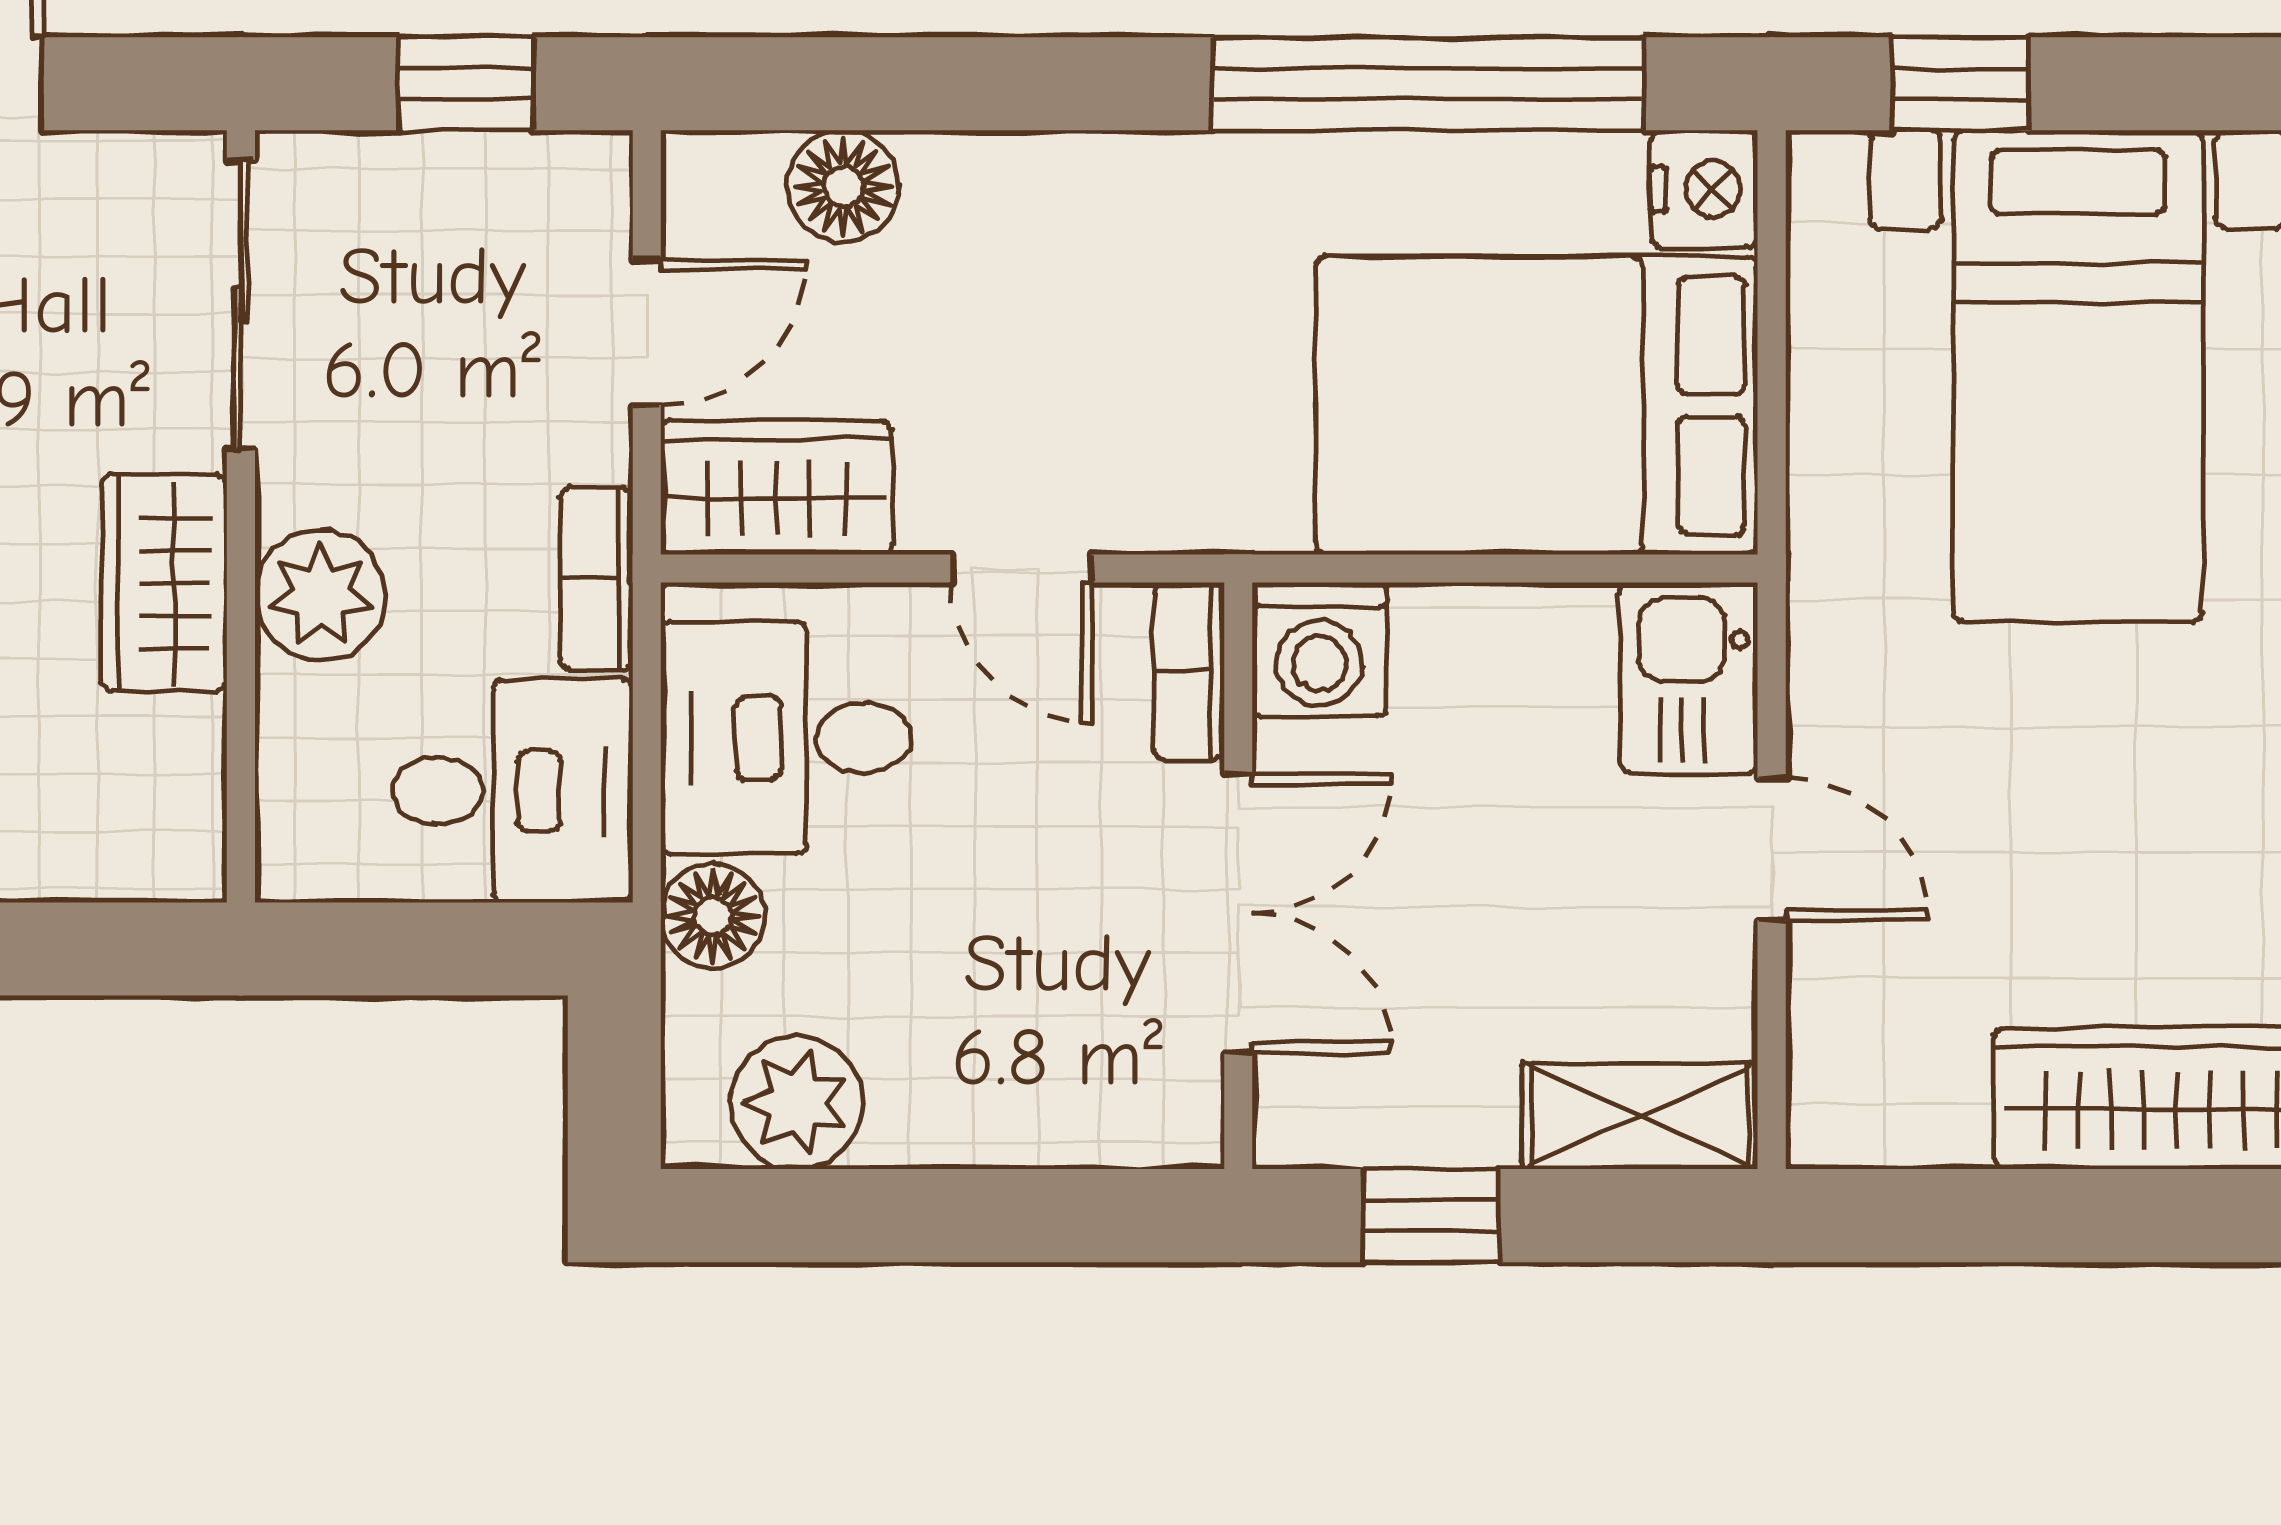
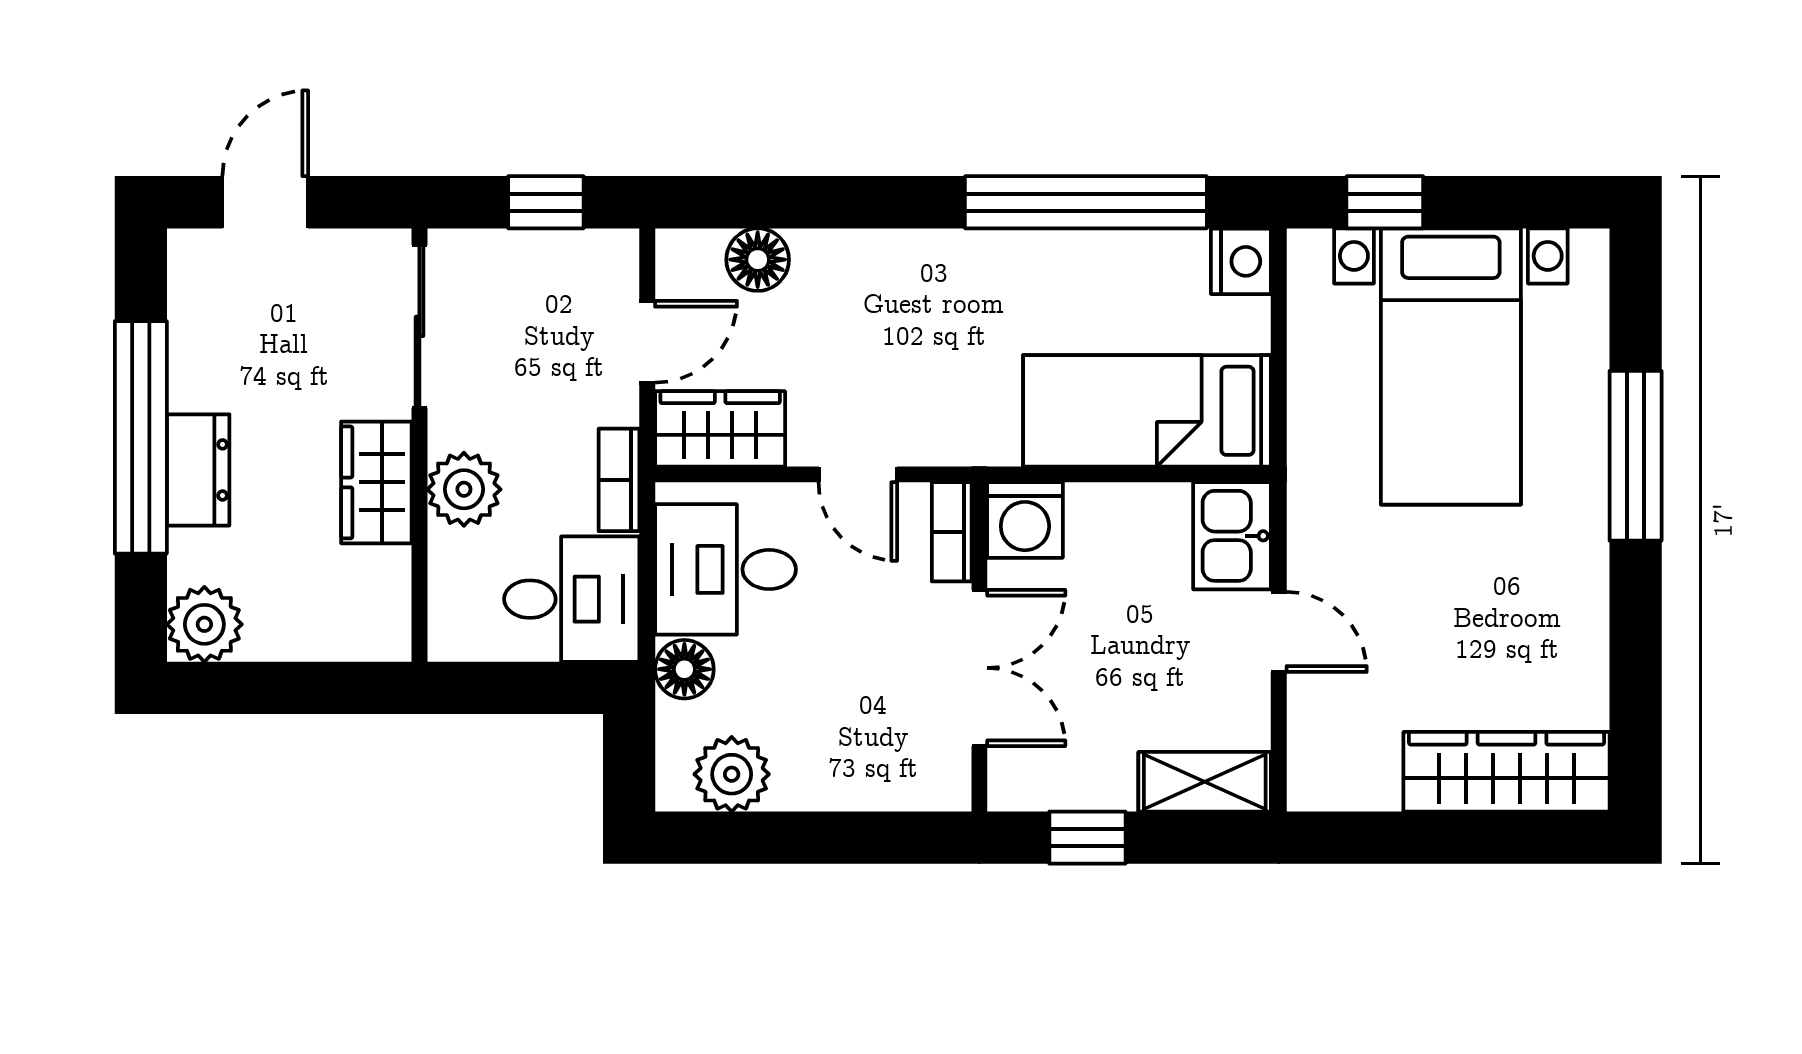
bed: (1537, 406) -> (1147, 411), width x0.67

